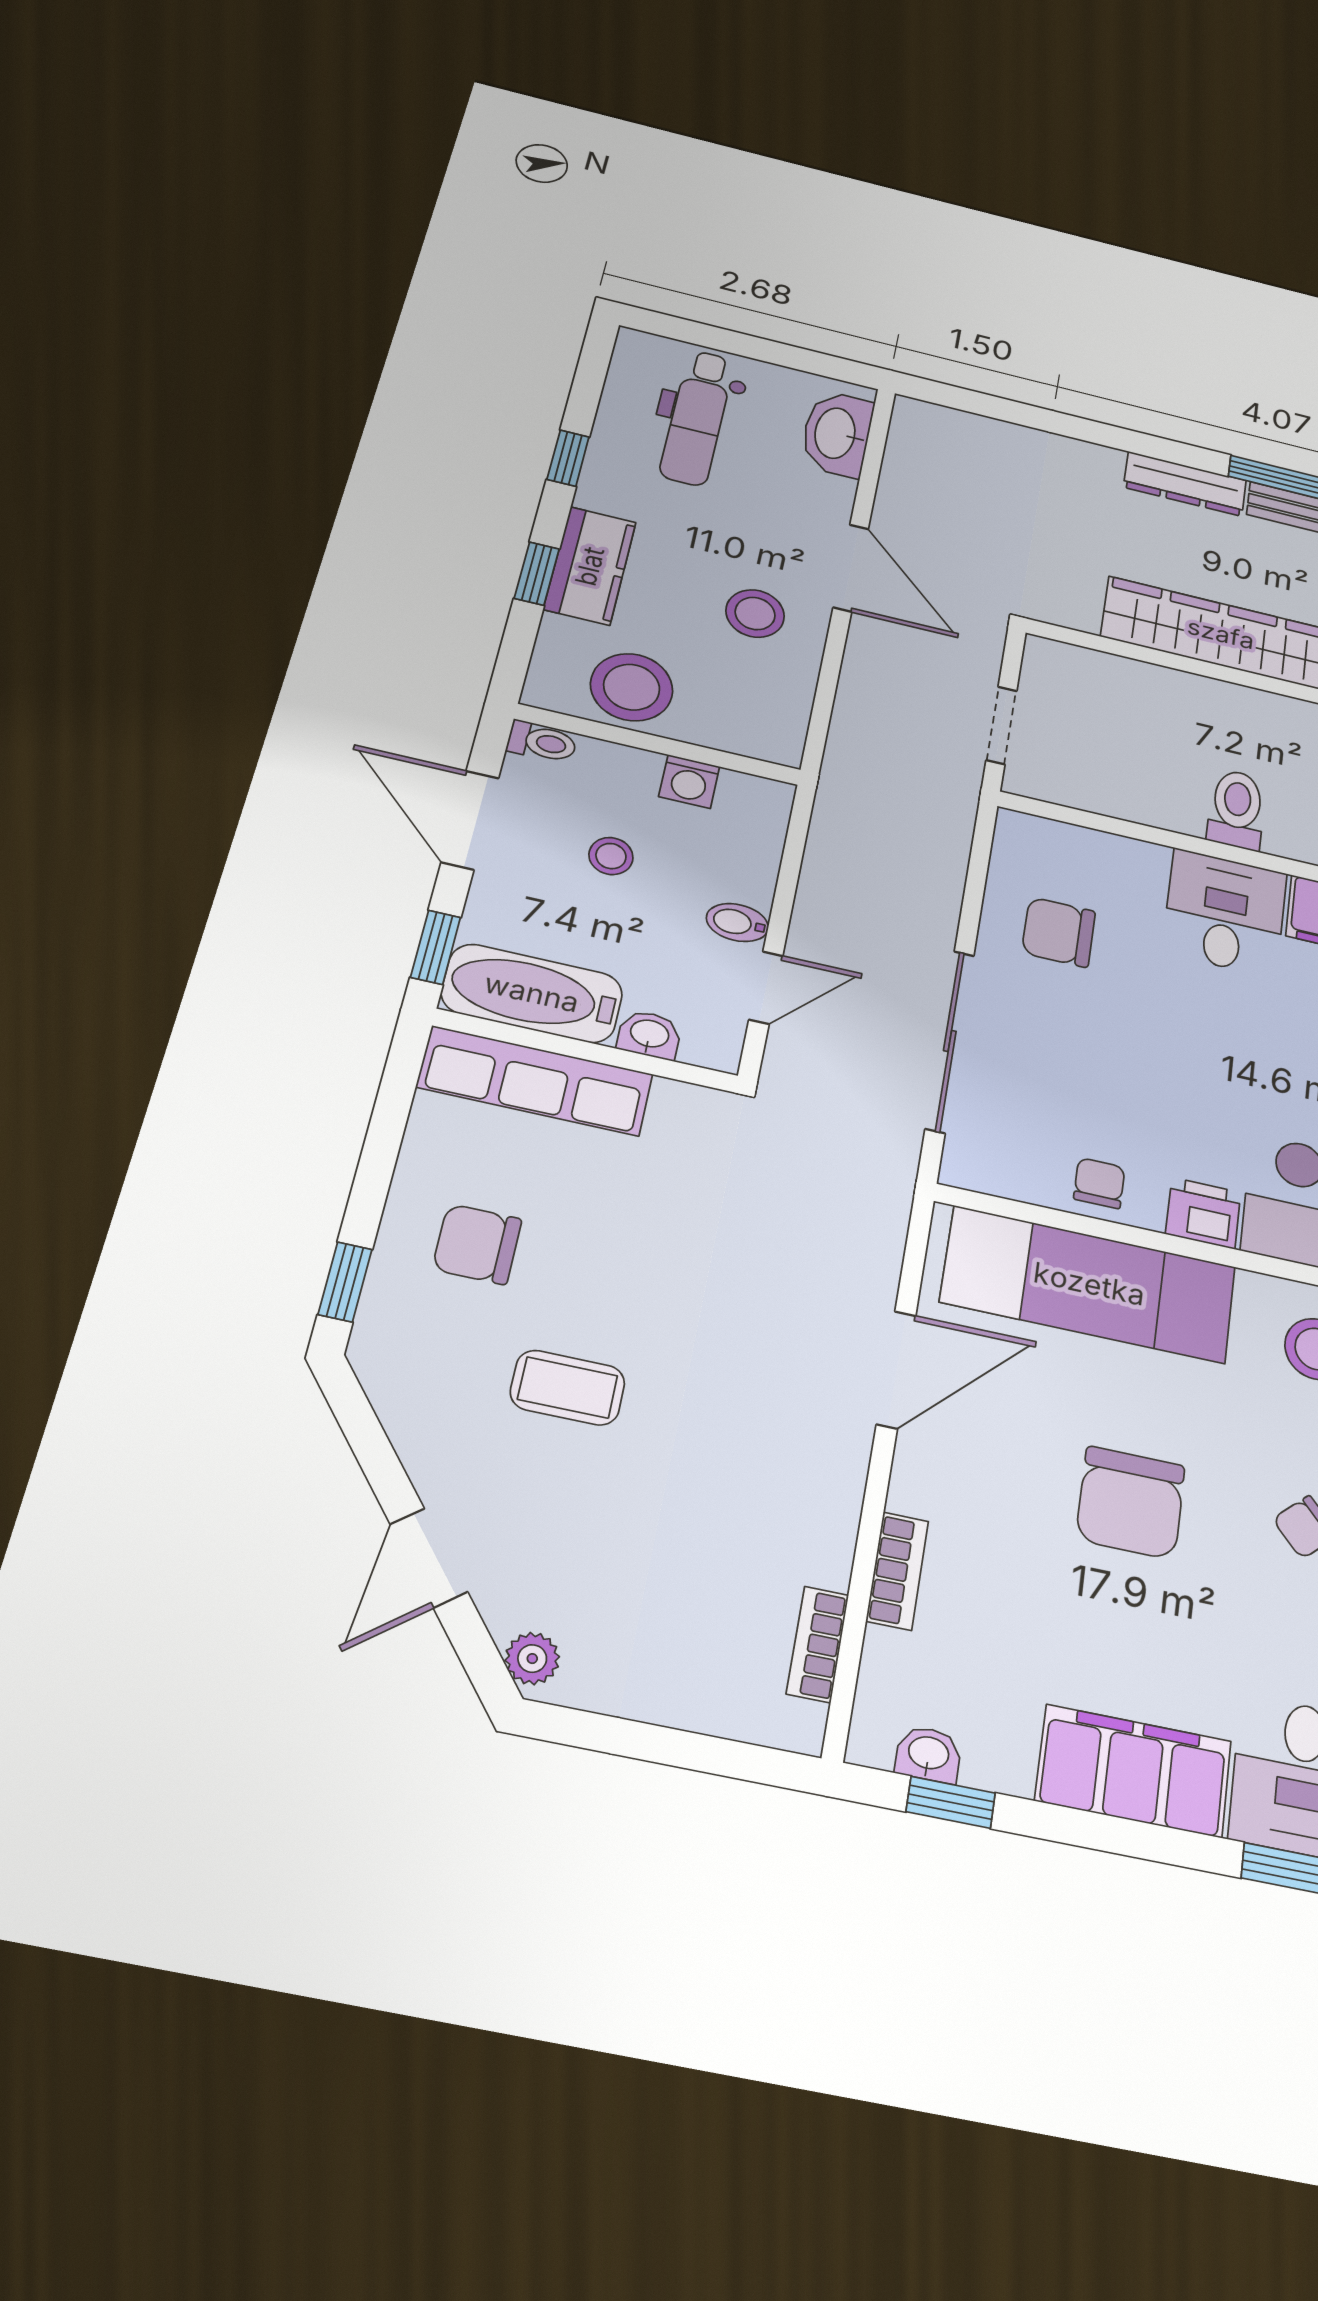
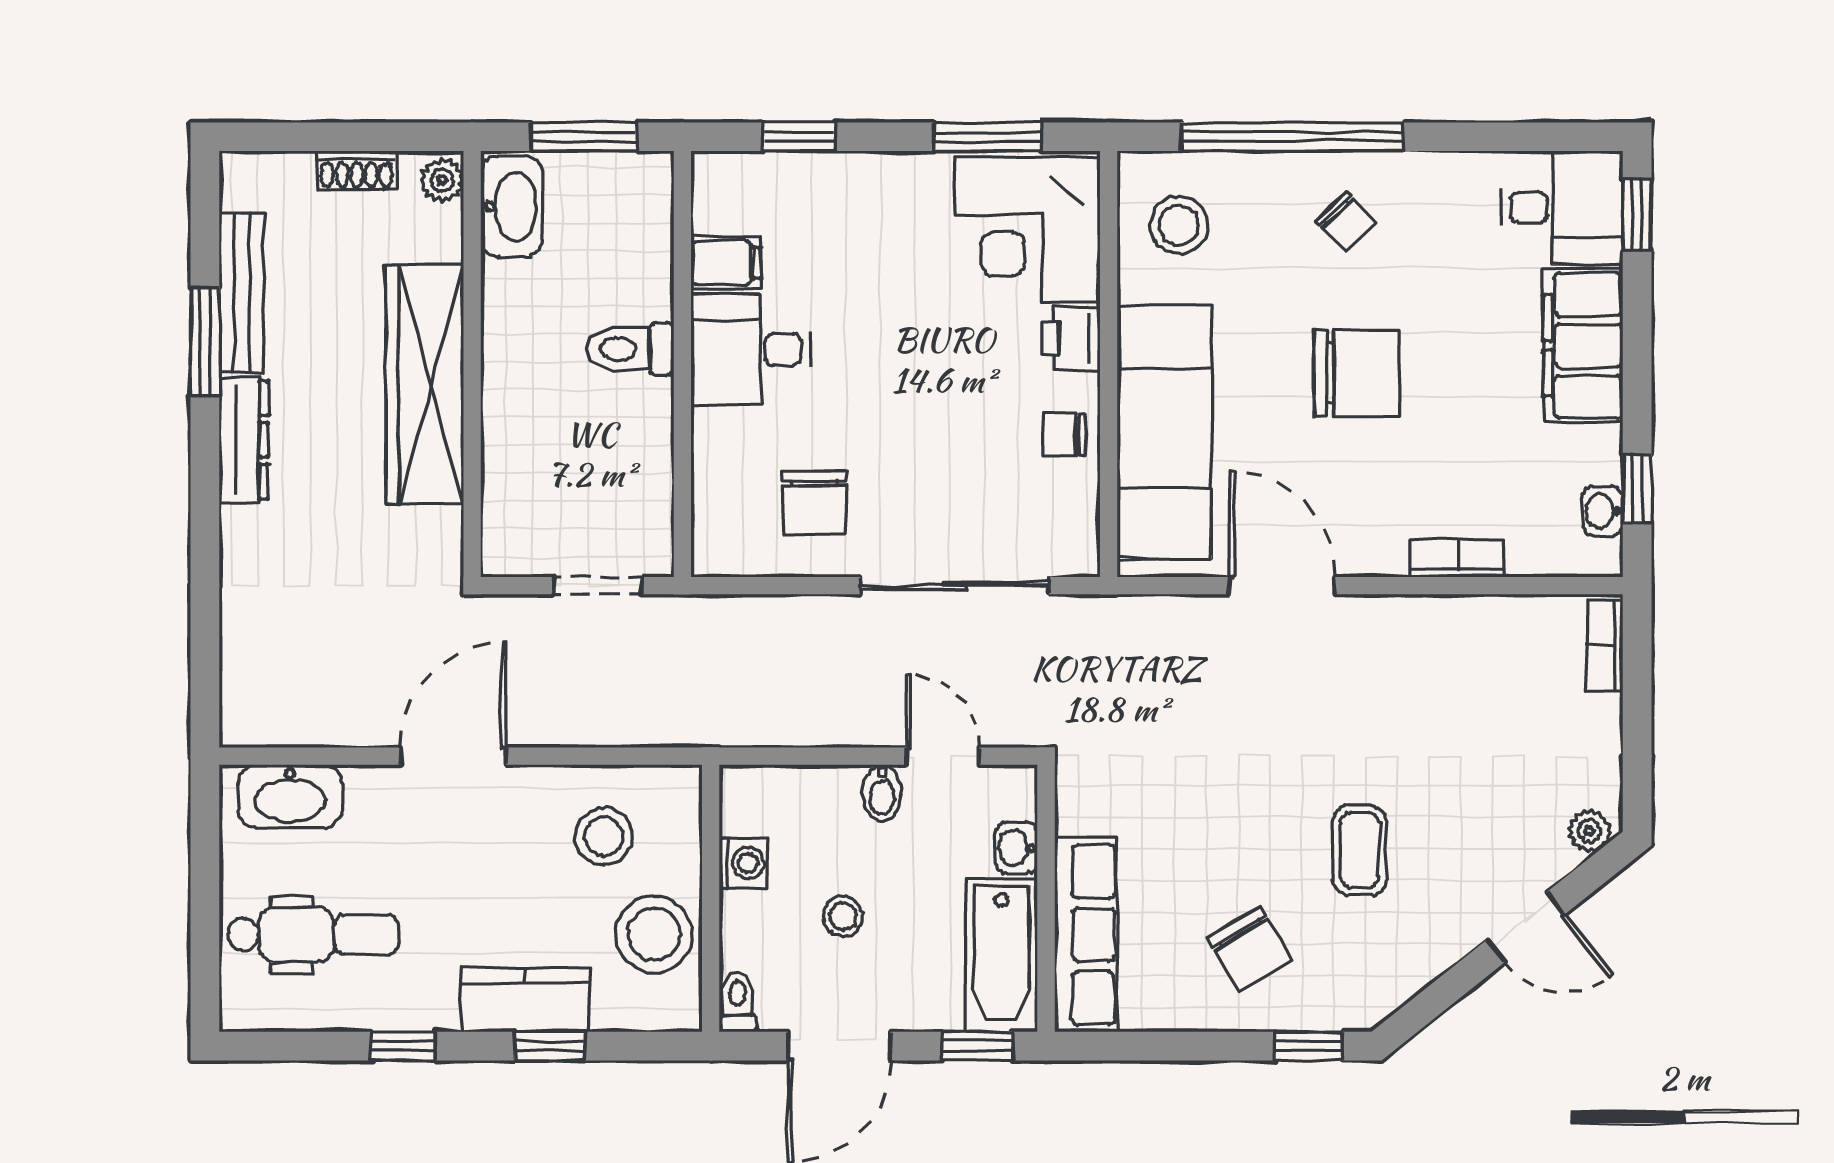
stool: (755, 614) -> (604, 836), moved
chair: (477, 1244) -> (1250, 949), turned -31
bookcase: (818, 1644) -> (1605, 645), moved, turned 90

